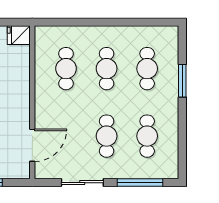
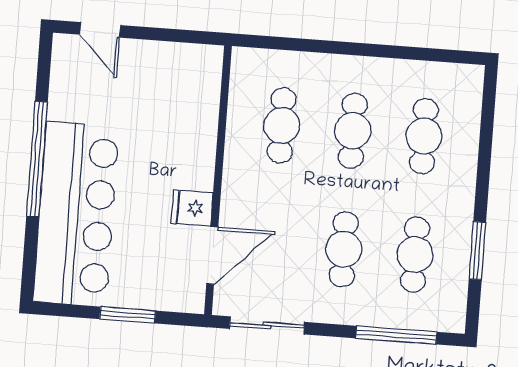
fridge: (19, 35) -> (192, 208), moved
window: (182, 81) -> (477, 251), moved
sliding door: (82, 183) -> (267, 325), moved

